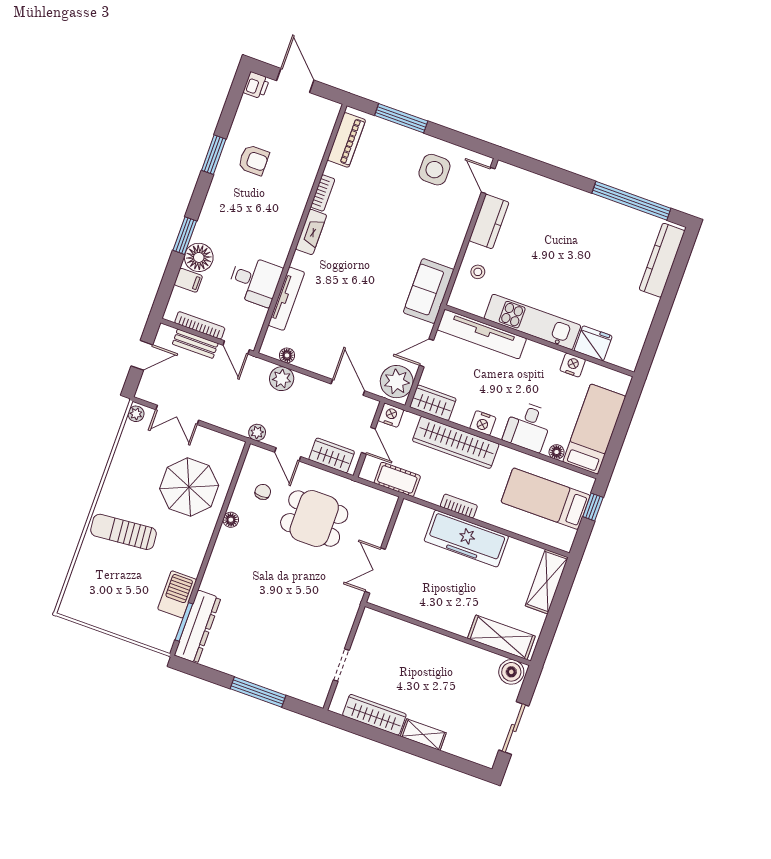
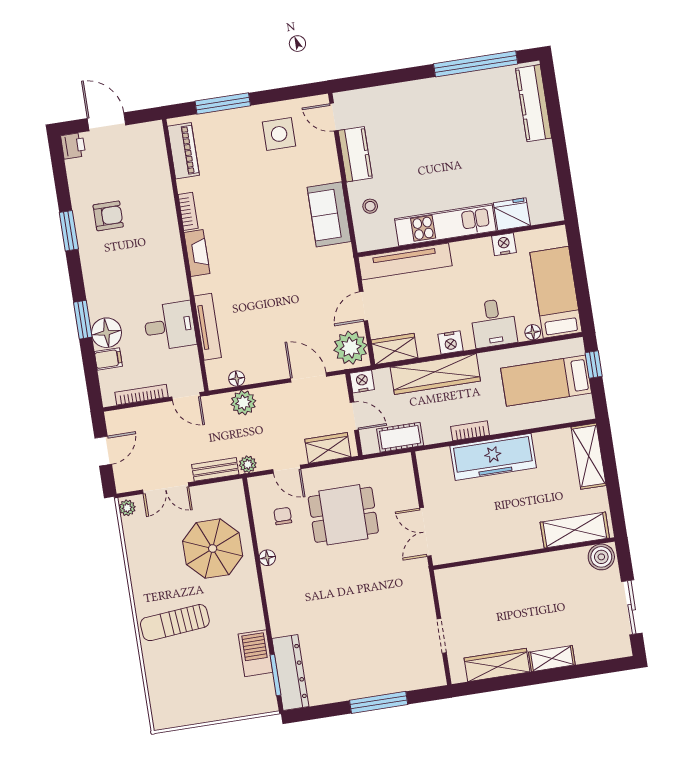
sofa: (429, 291) -> (329, 214), moved
bench: (195, 344) -> (215, 469), moved

